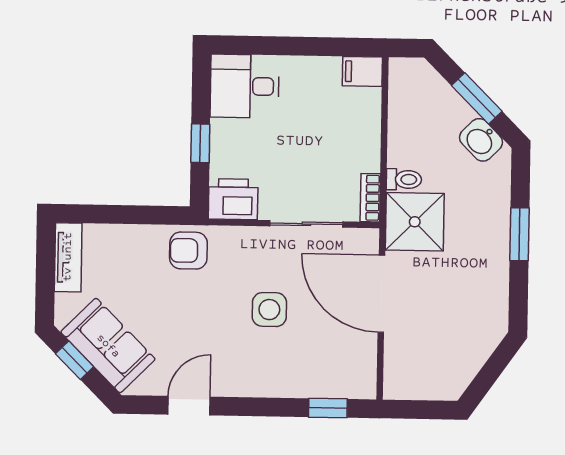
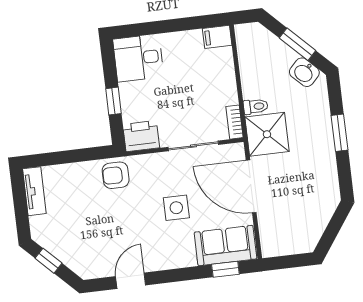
sofa: (108, 346) -> (225, 246), moved, turned -45

